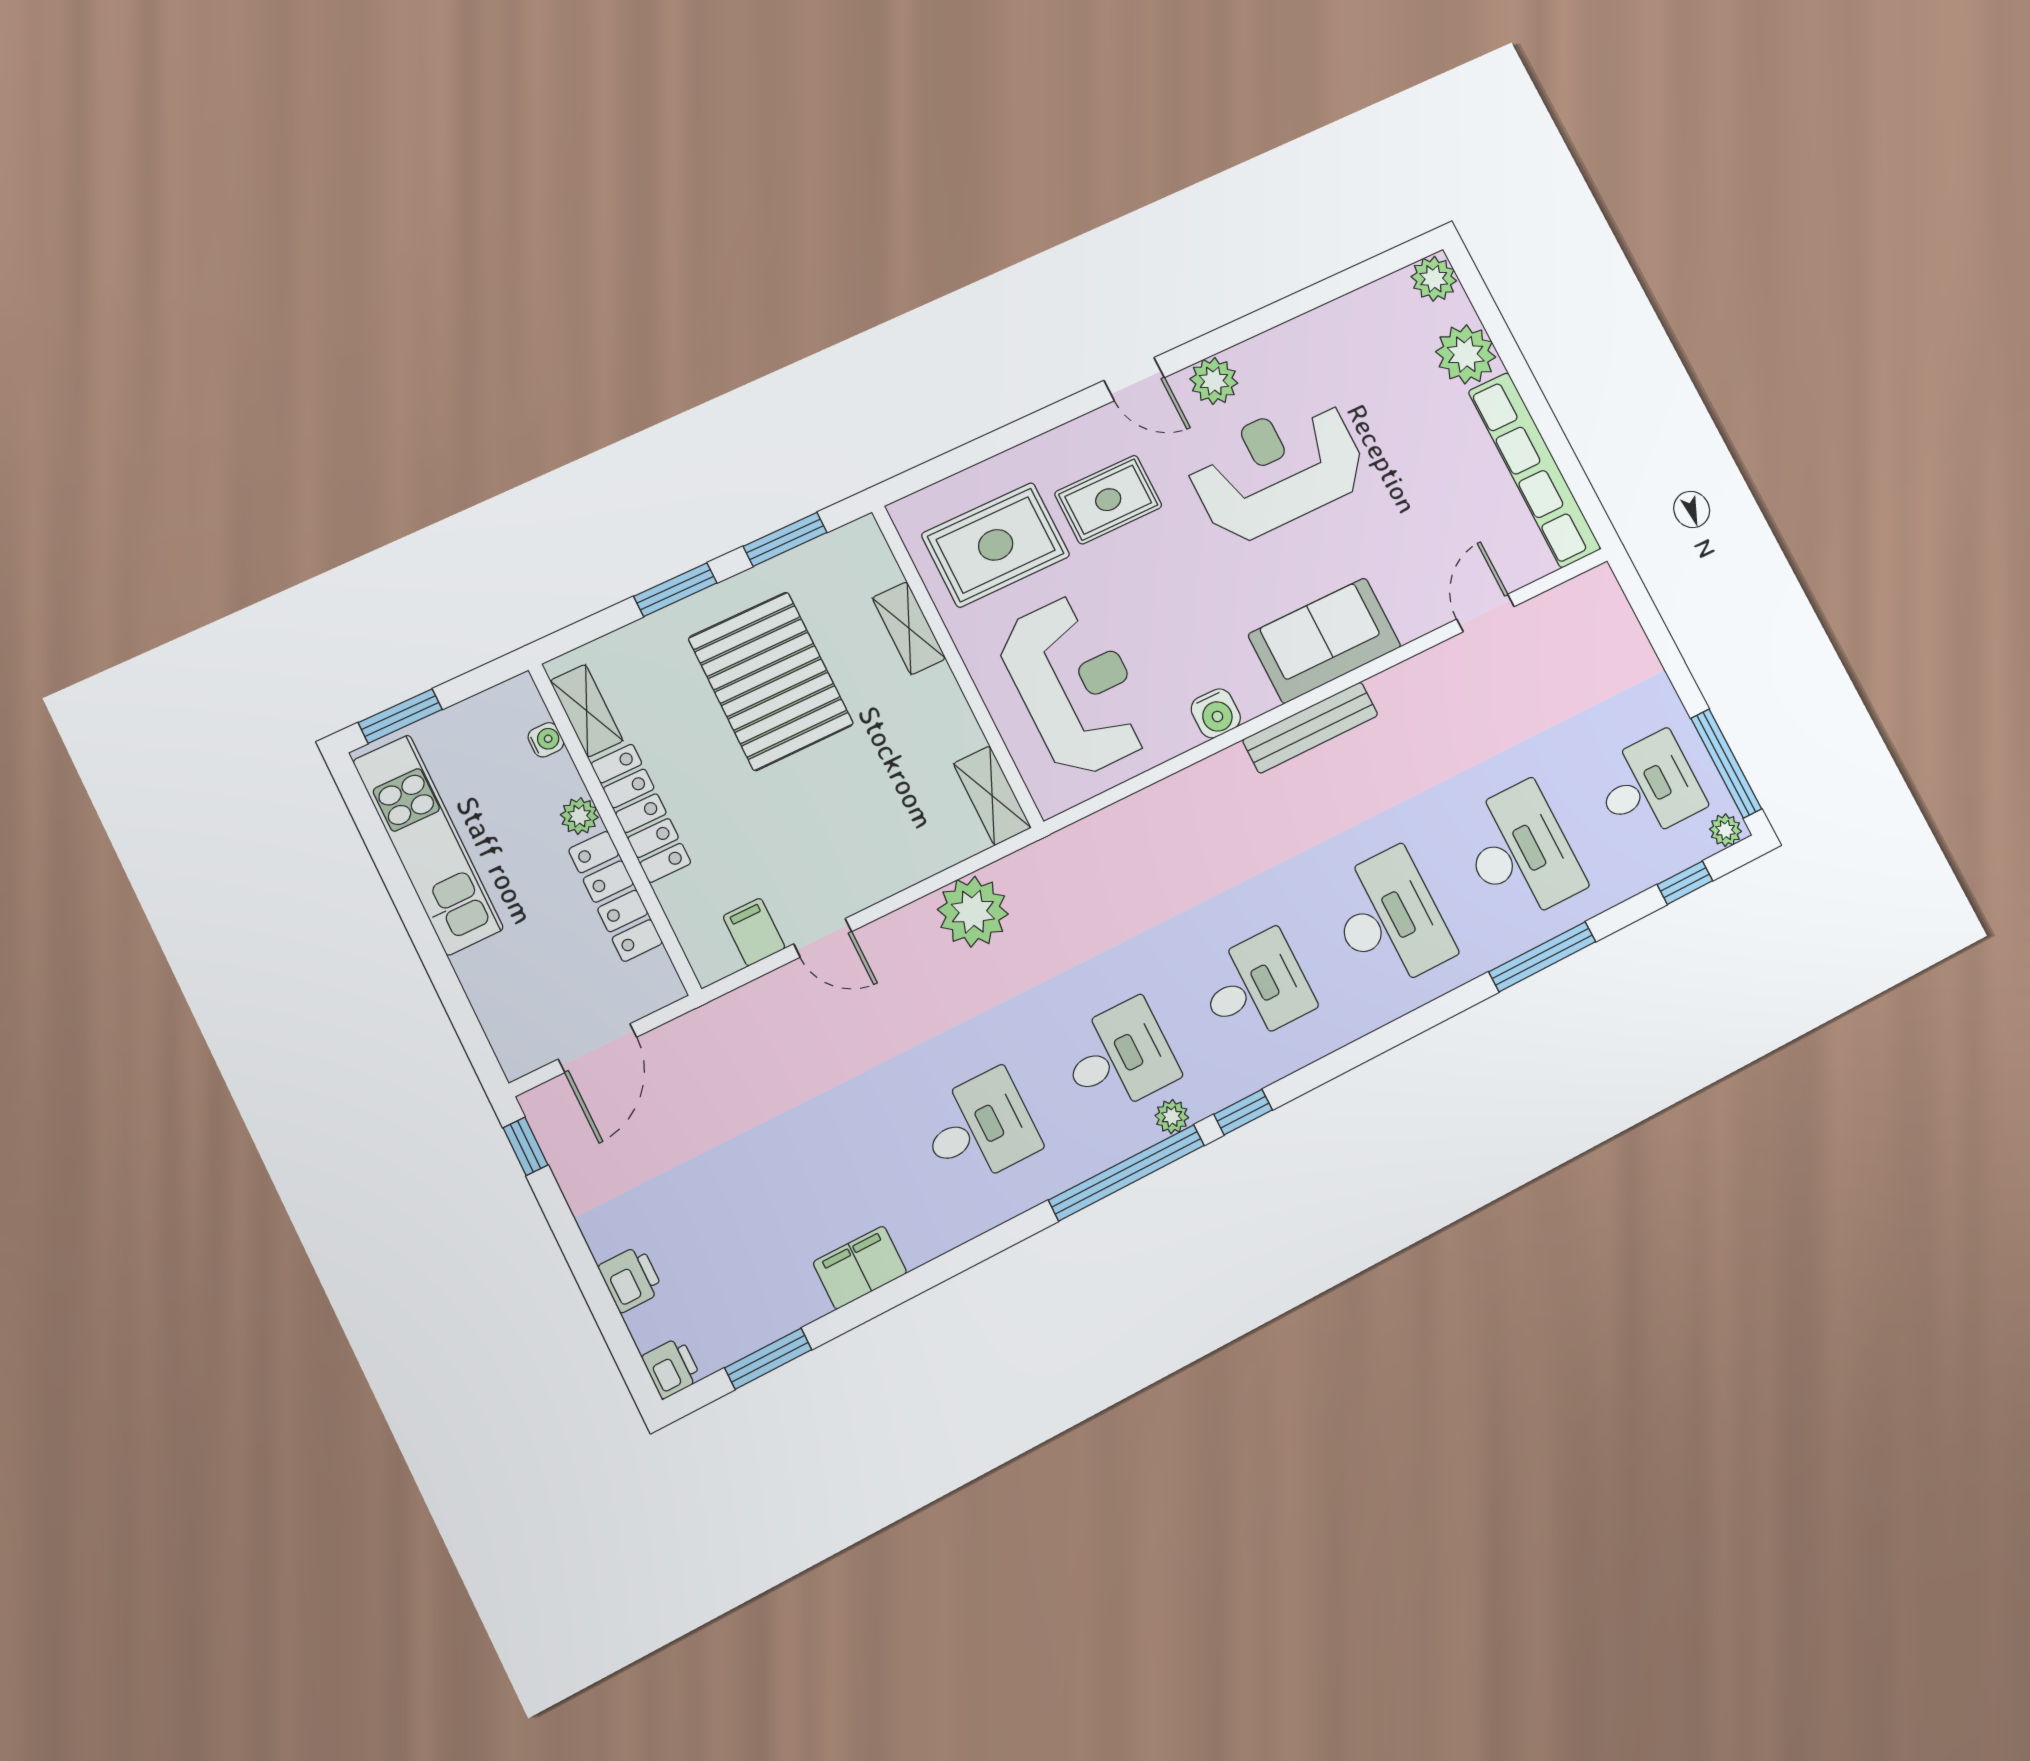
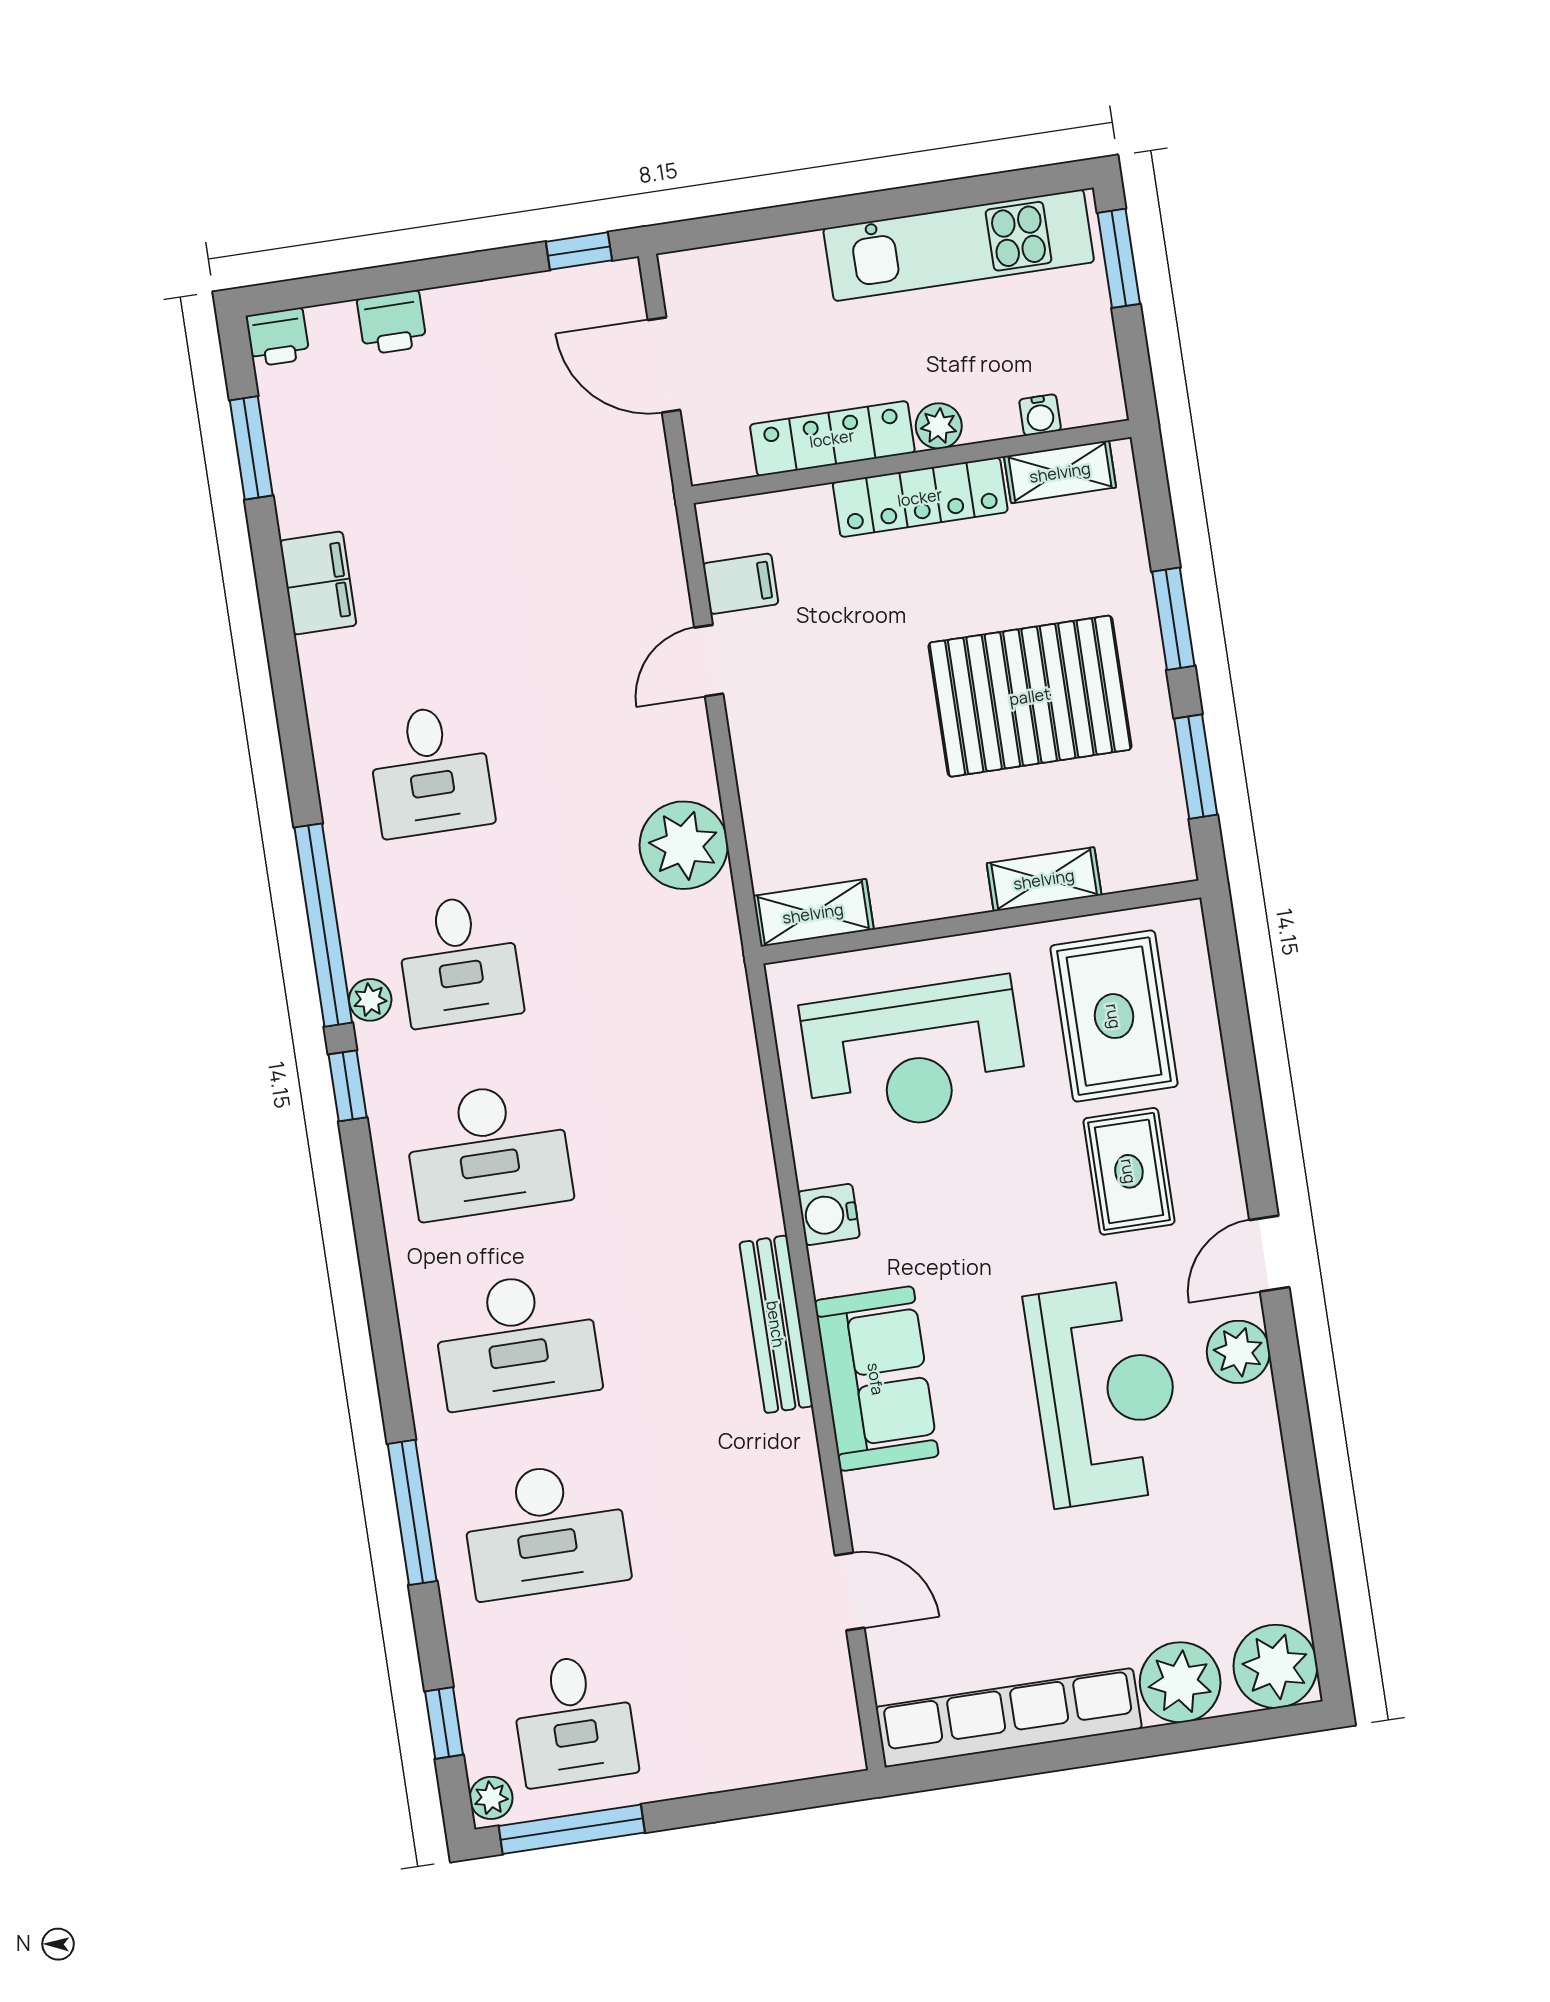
plant: (1434, 279) -> (1275, 1666), width x1.36, depth x1.36
desk: (1255, 987) -> (488, 1150), width x1.37

